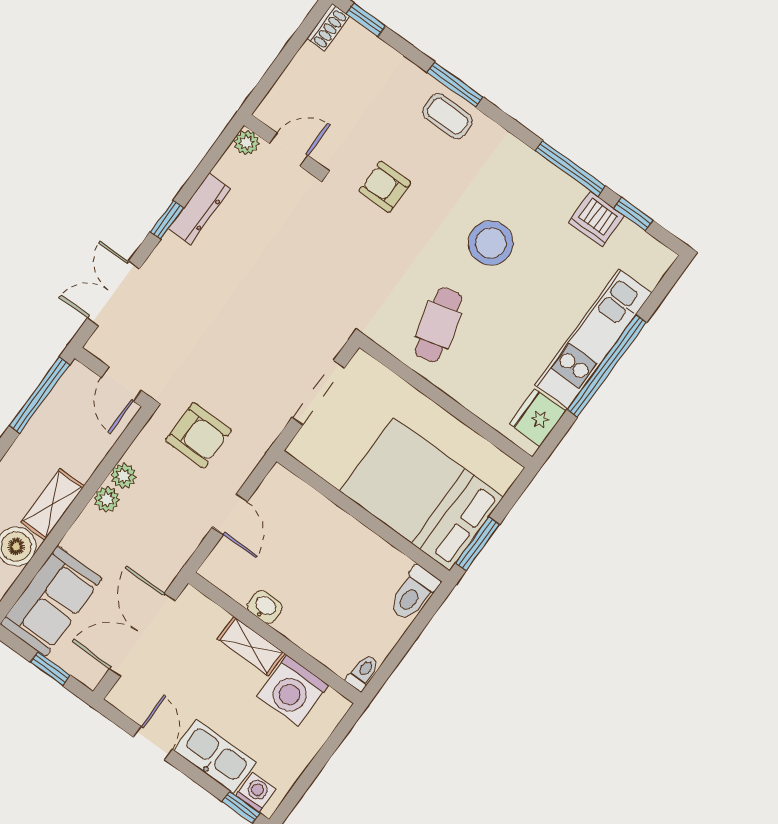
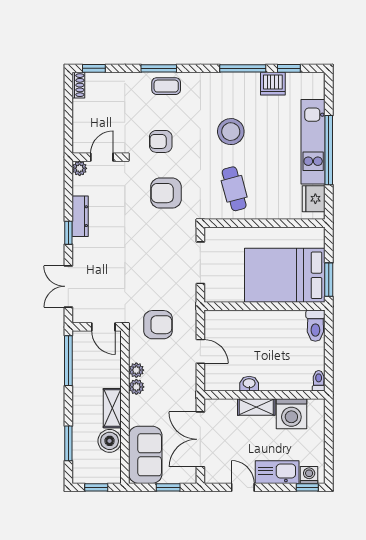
armchair: (341, 263) -> (166, 193), added

